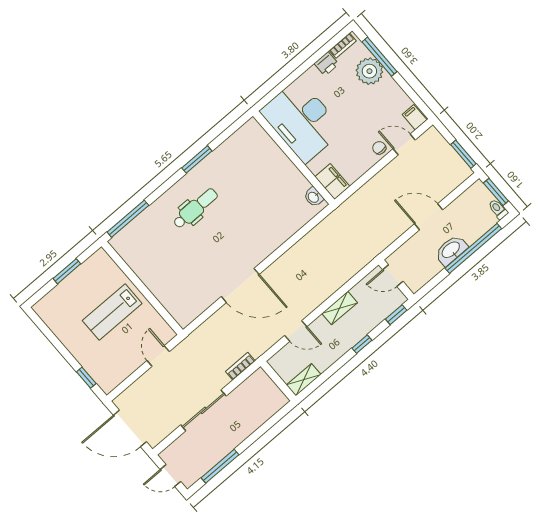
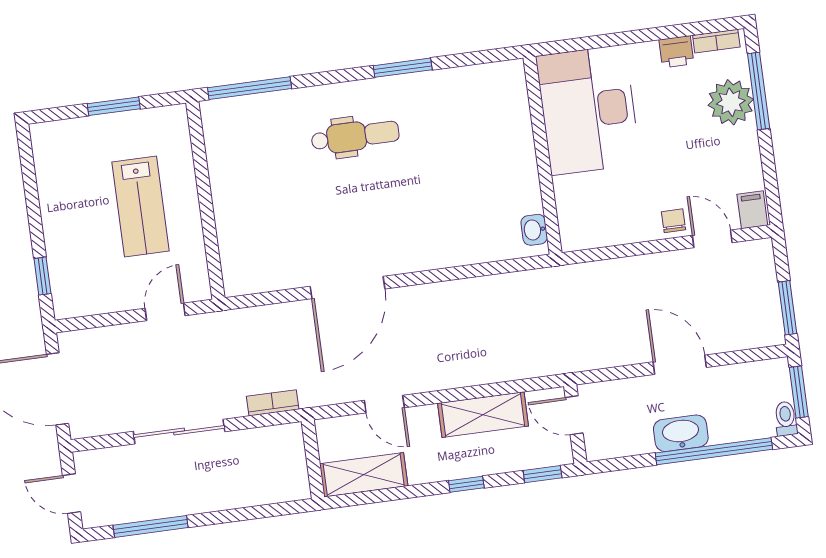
filing cabinet: (332, 181) -> (575, 225), removed
door: (240, 285) -> (348, 288), hinge flipped
shelving: (340, 308) -> (483, 415), width x1.50, depth x1.33
lab bench: (112, 312) -> (140, 206), turned -90
shelving: (304, 380) -> (364, 475), width x1.50, depth x1.33

